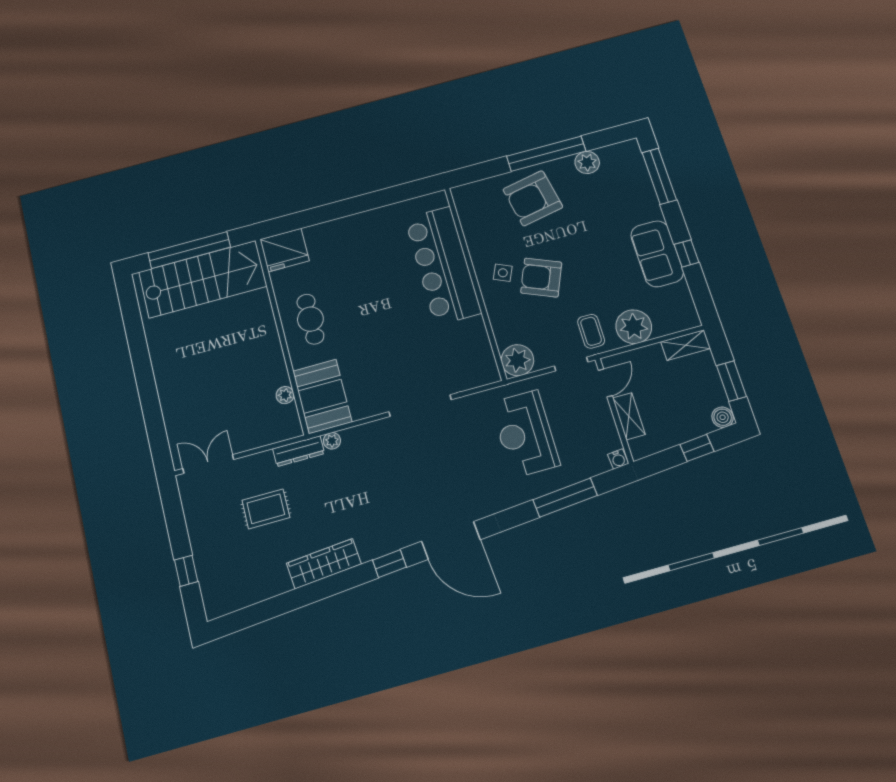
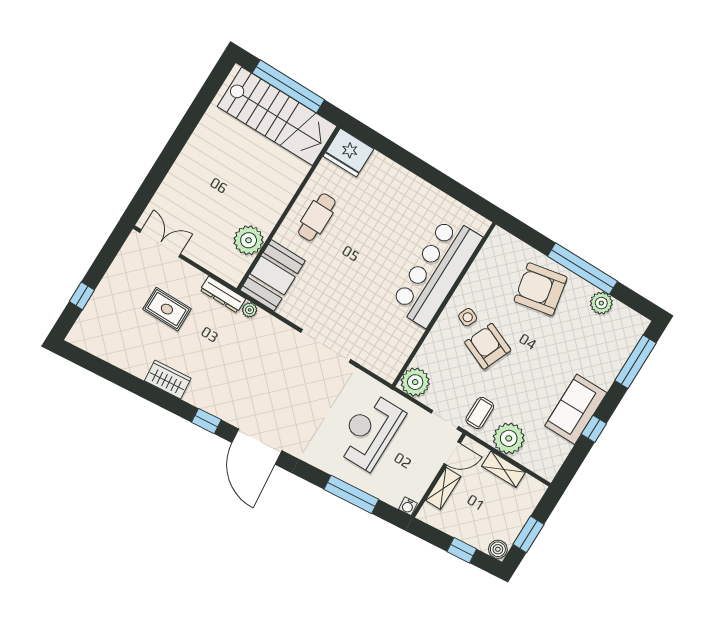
shelving: (686, 345) -> (503, 469), moved
plant: (285, 395) -> (249, 240), width x1.88, depth x1.88
wardrobe: (324, 564) -> (168, 379), width x0.67

